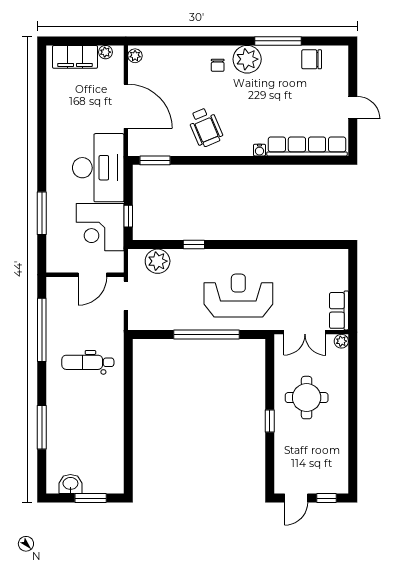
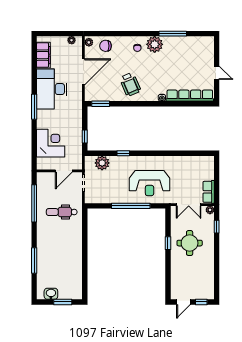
filing cabinet: (75, 57) -> (43, 55), moved, turned -90
chair: (312, 59) -> (106, 46), moved
door: (126, 106) -> (83, 72), hinge flipped
desk: (98, 168) -> (52, 89), moved, turned 180
window: (42, 213) -> (34, 107), moved
corner desk: (100, 227) -> (51, 143), moved, turned 180
reception desk: (238, 296) -> (150, 183), turned 180
dental chair: (88, 362) -> (62, 212), moved
window: (353, 370) -> (217, 227), added
window: (270, 421) -> (168, 243), moved

